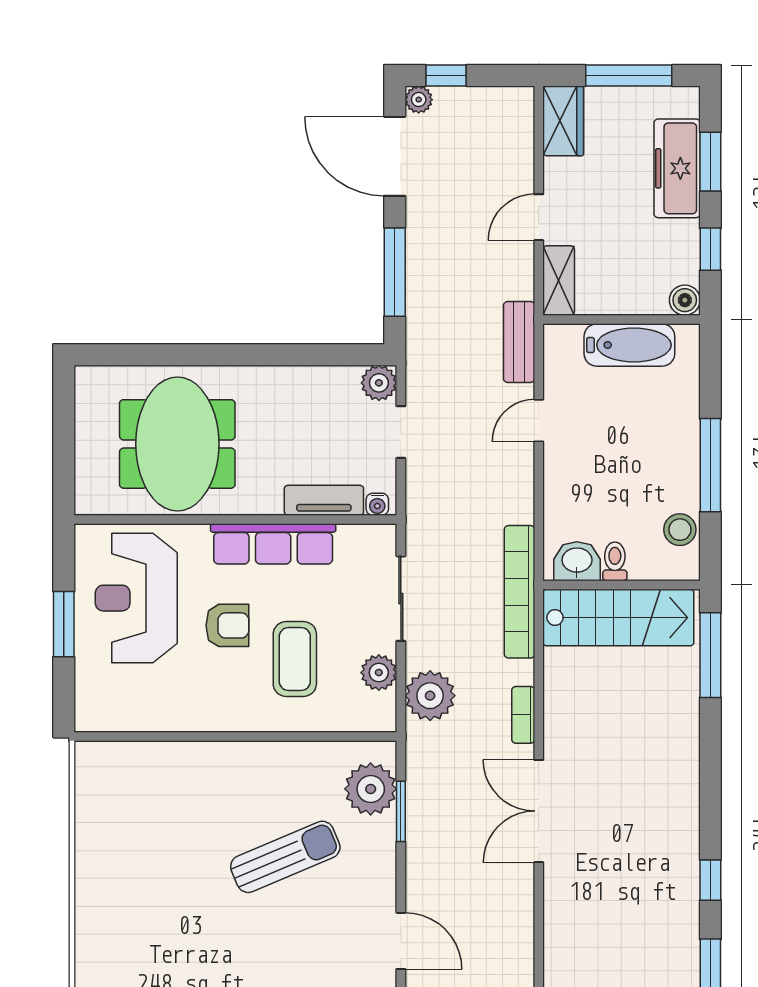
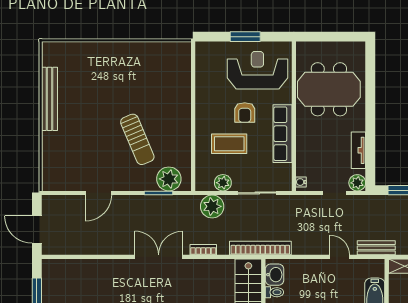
tv unit: (324, 500) -> (358, 150), moved, turned 180

